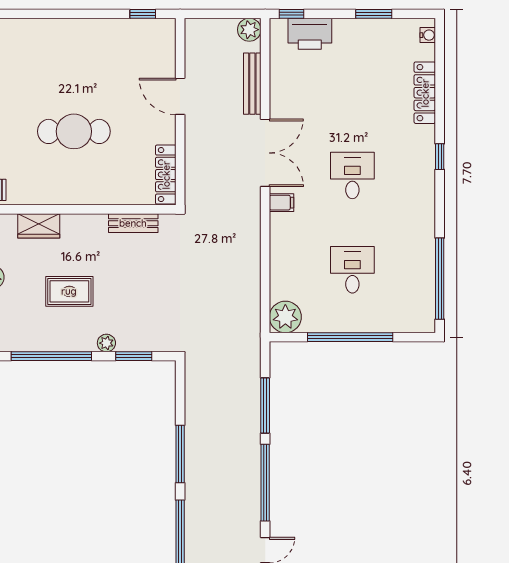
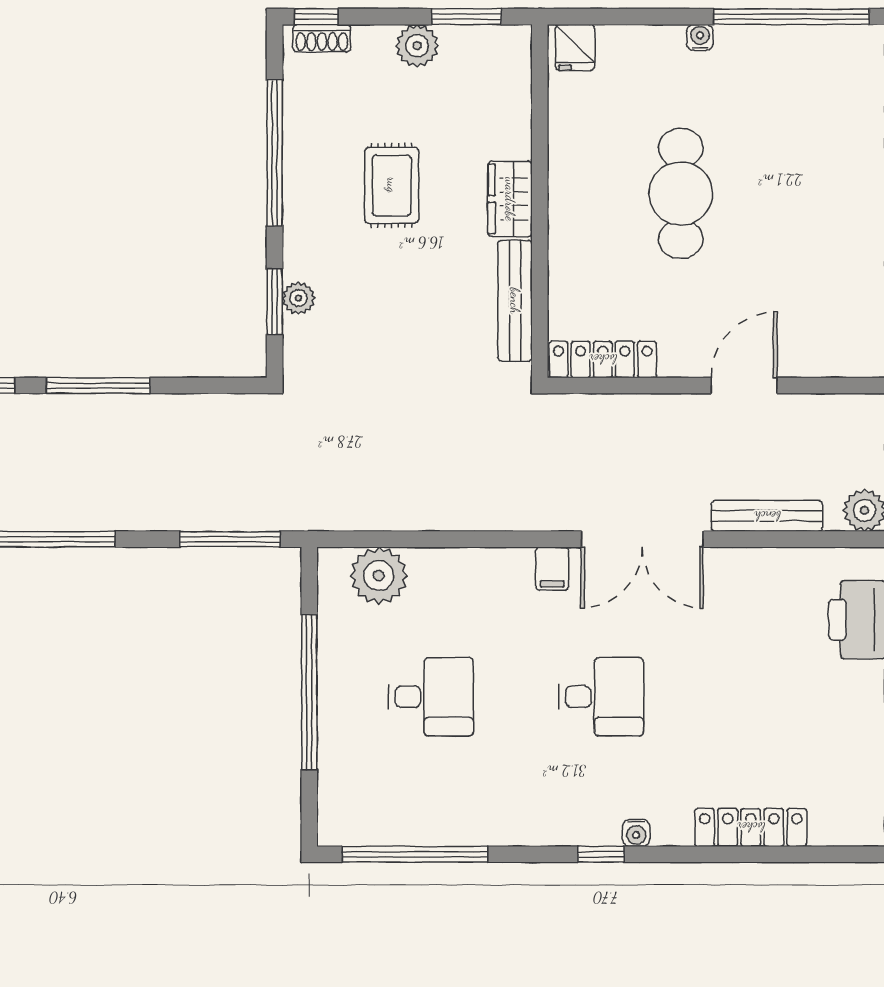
water cooler: (428, 35) -> (636, 833), moved
window: (440, 157) -> (601, 854), moved
bench: (133, 223) -> (515, 301), width x1.36
wardrobe: (39, 226) -> (510, 199), moved
plant: (285, 317) -> (379, 576), moved
plant: (106, 343) -> (298, 298), moved
window: (265, 405) -> (230, 539), moved

